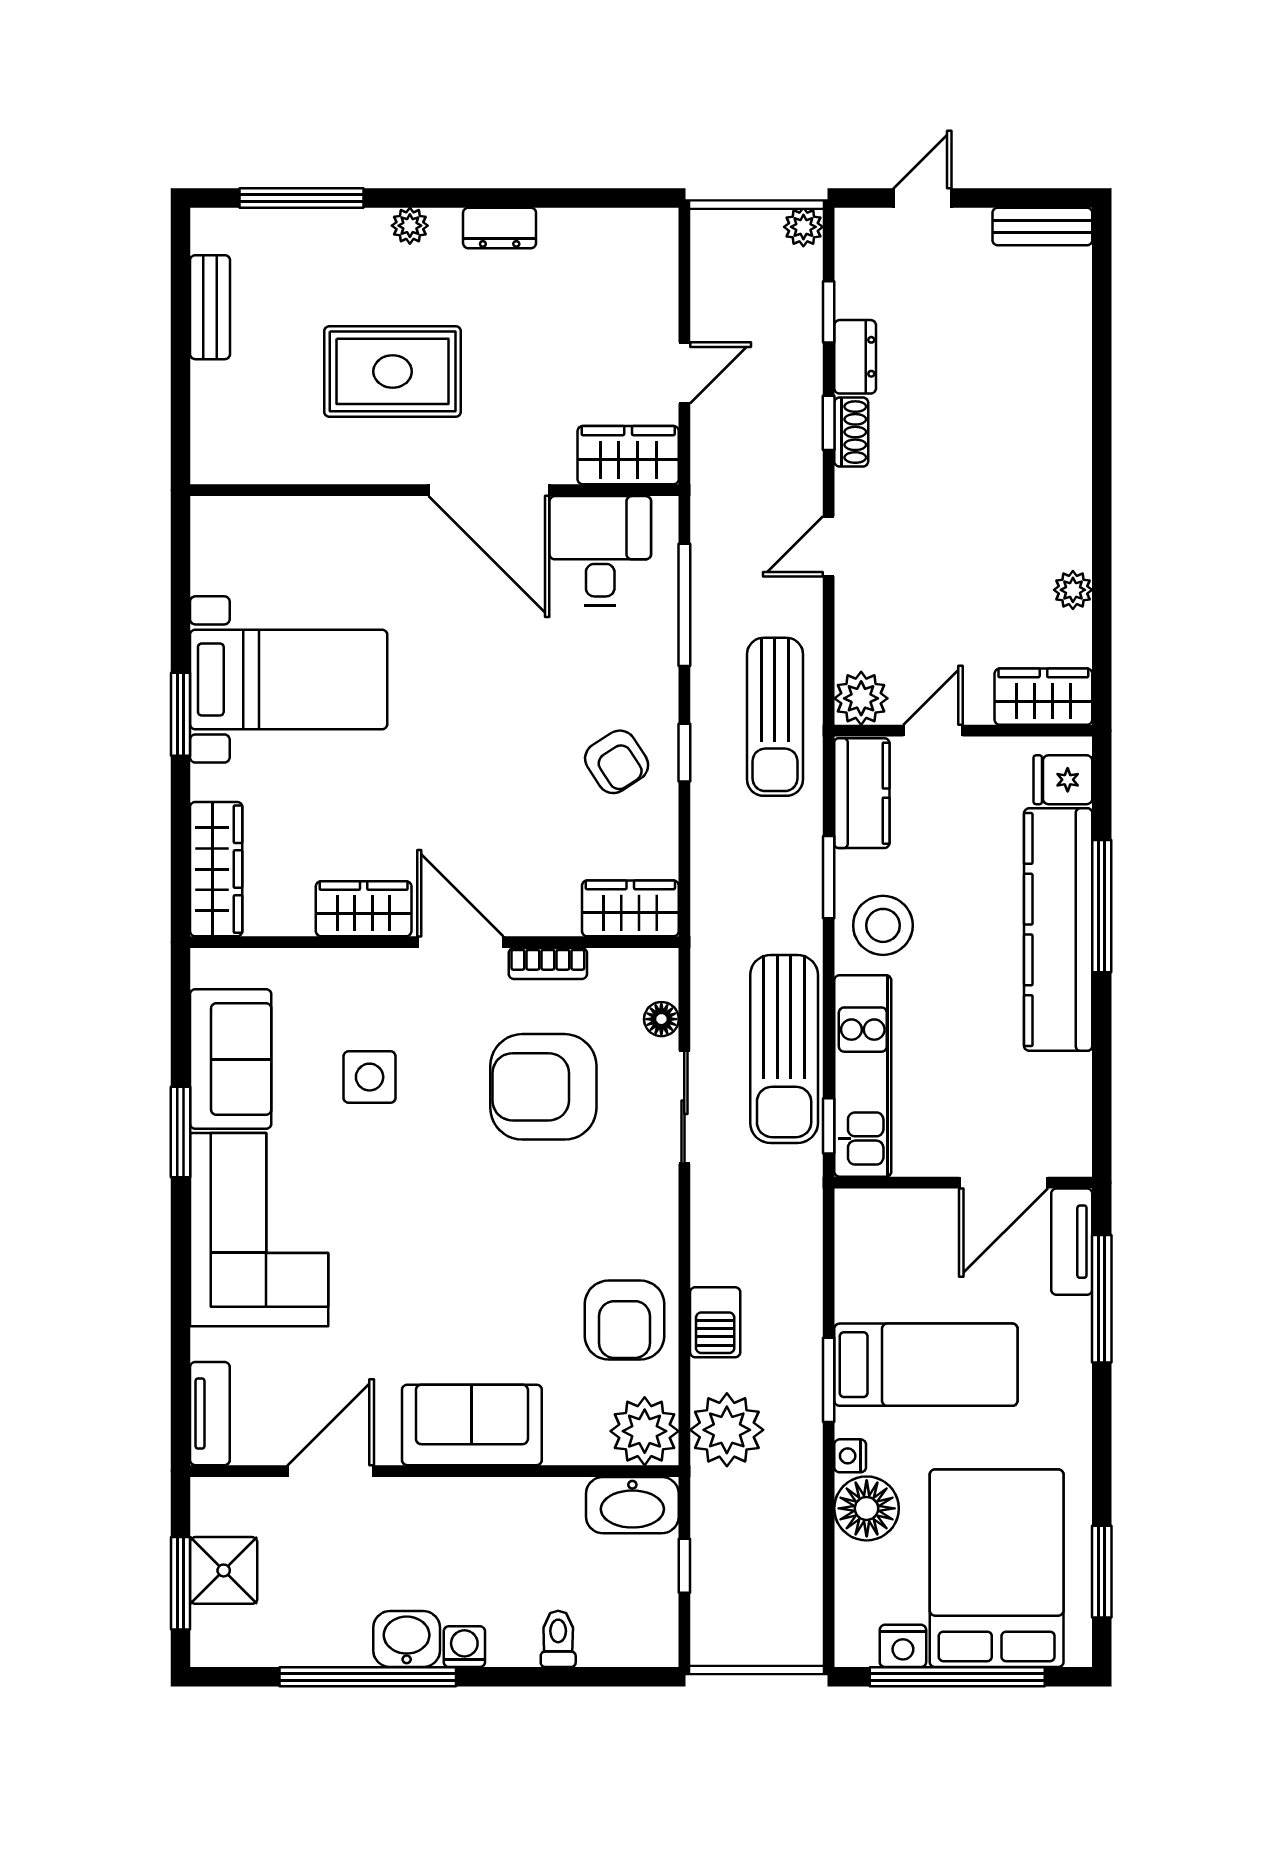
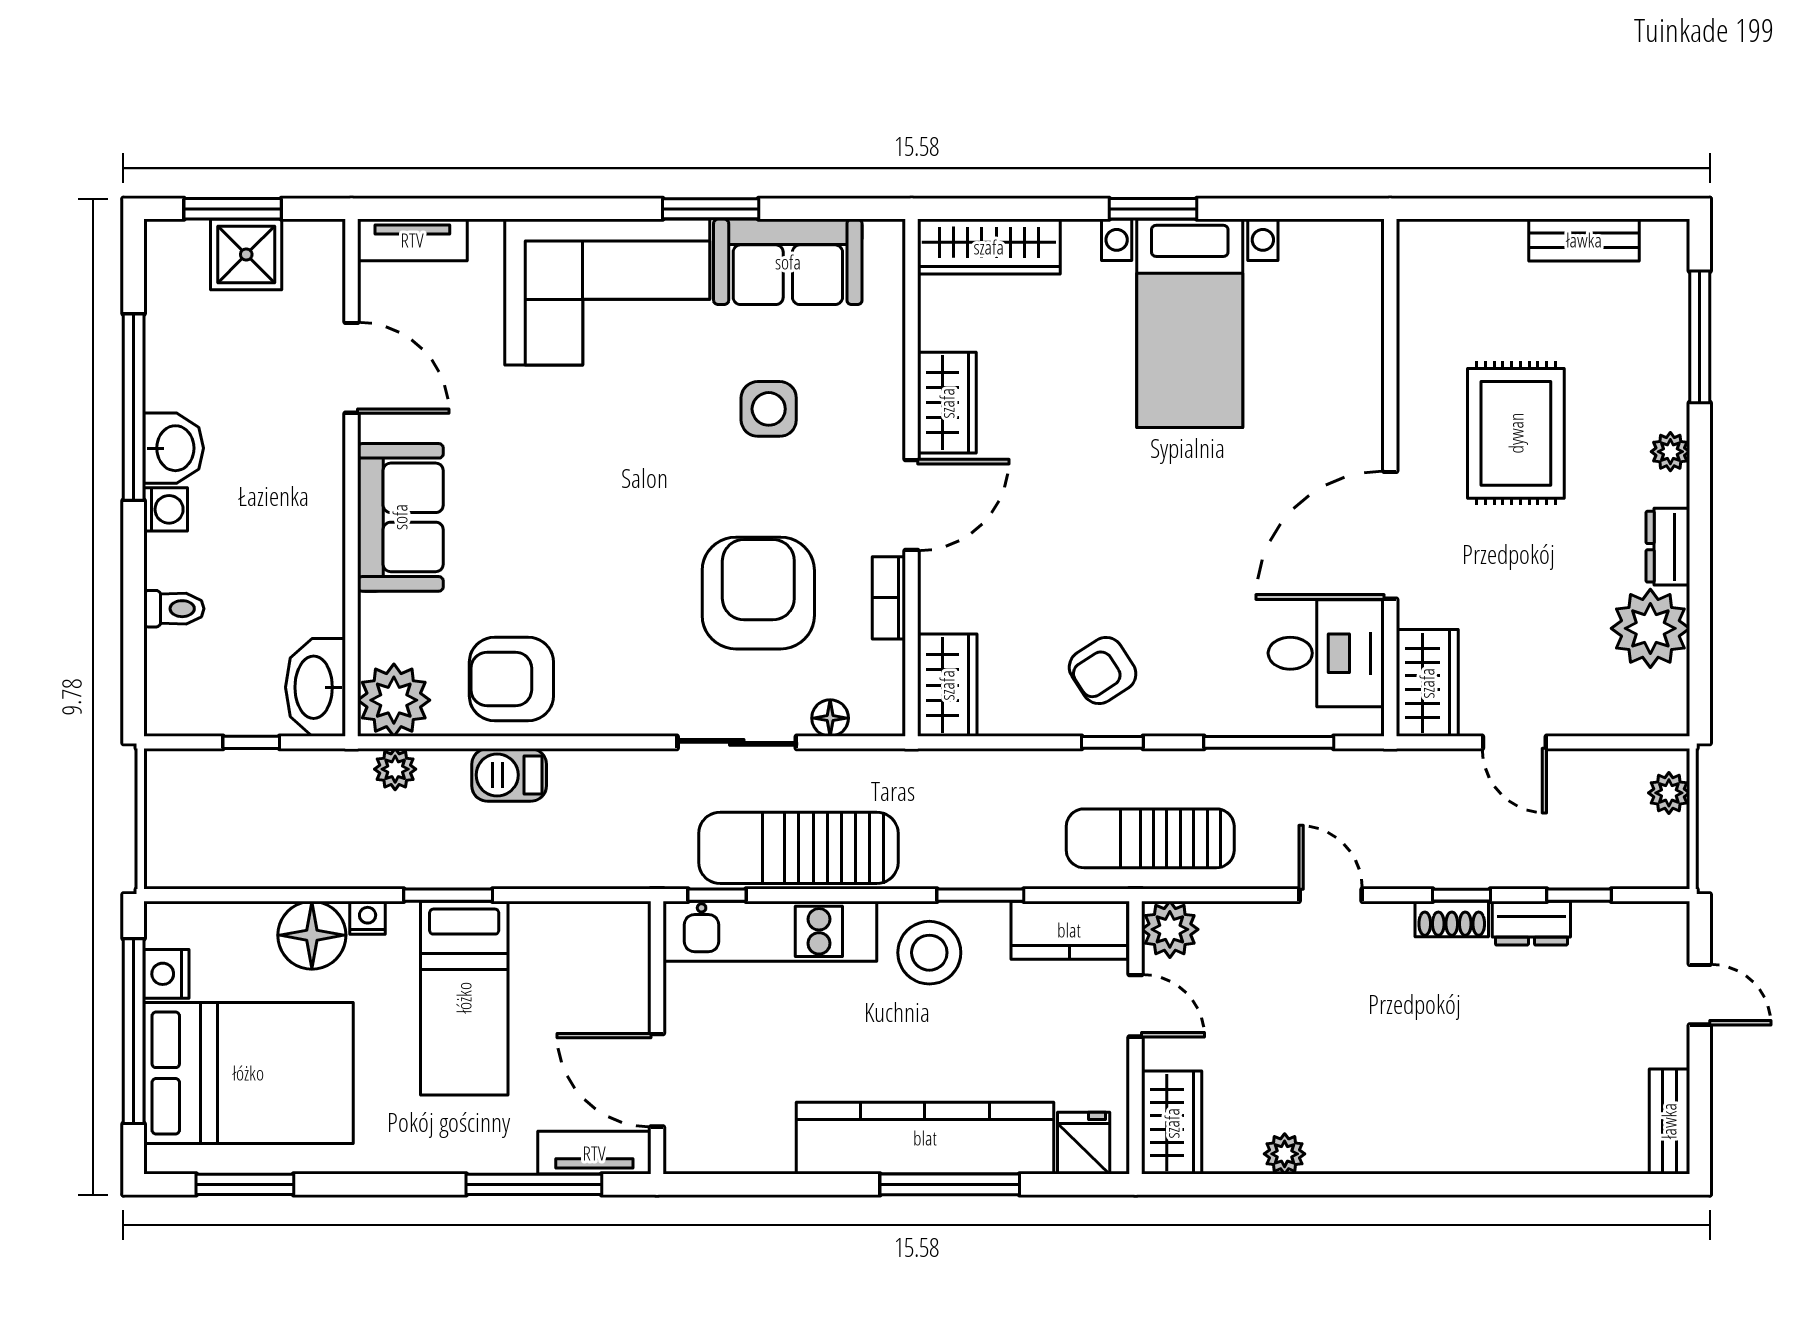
plant: (803, 227) -> (1669, 793), moved
plant: (577, 245) -> (1650, 628), added
plant: (727, 1430) -> (395, 769), width x0.53, depth x0.53

